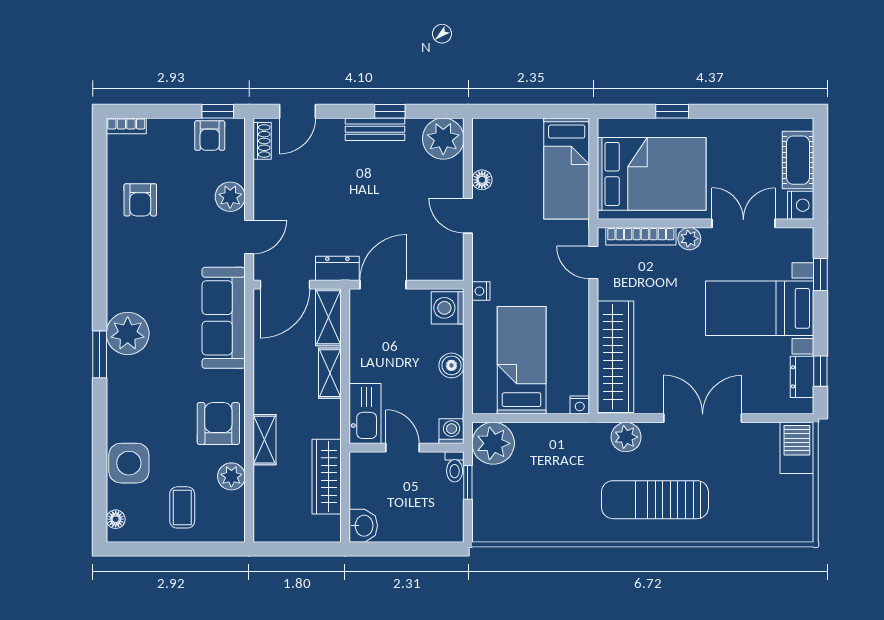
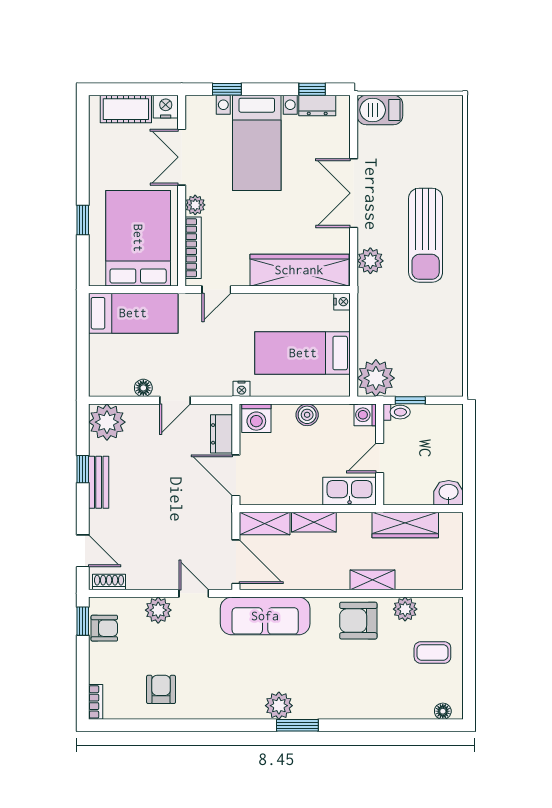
armchair: (140, 200) -> (161, 689), turned -90
dresser: (337, 268) -> (222, 434), moved
plant: (128, 333) -> (279, 706), width x0.73, depth x0.73
side table: (129, 463) -> (393, 700), removed

